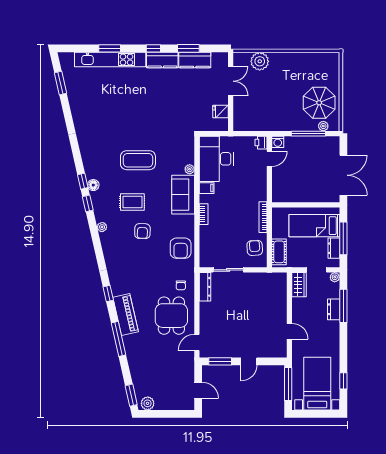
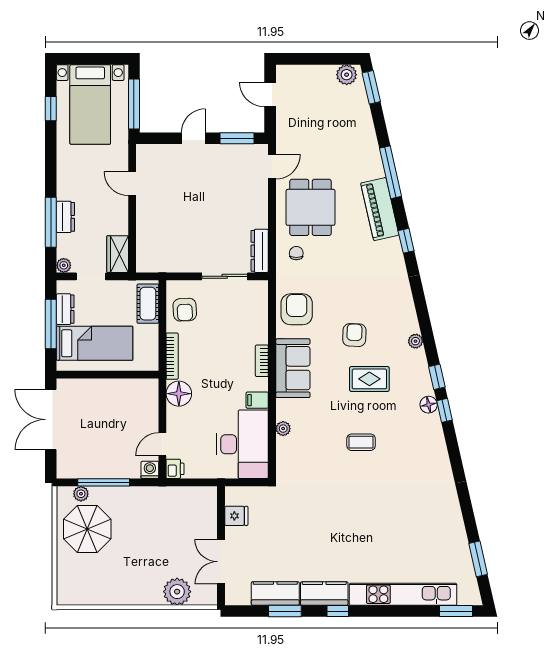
window: (110, 48) -> (456, 611), moved
coffee table: (138, 160) -> (361, 442), width x0.54, depth x0.58
floor lamp: (259, 192) -> (179, 394), added
sofa: (183, 195) -> (293, 368), moved

